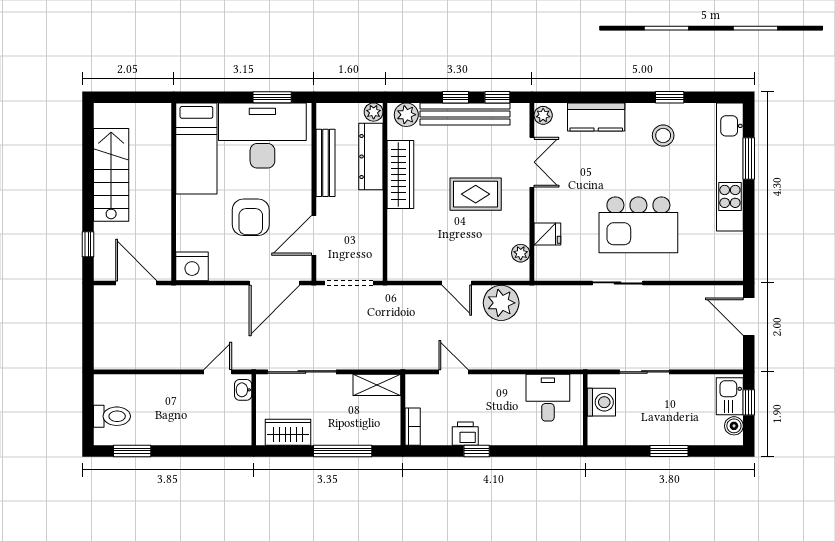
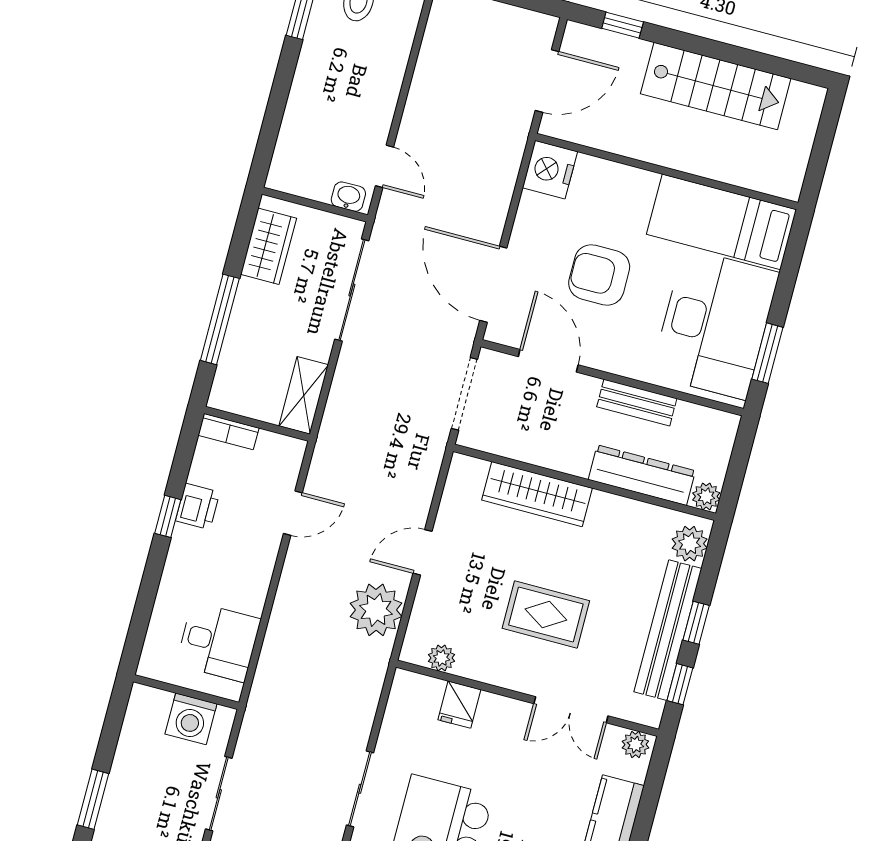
bench: (325, 163) -> (637, 403), width x0.73
wardrobe: (400, 175) -> (537, 494), moved
rug: (476, 194) -> (546, 615), turned 90

